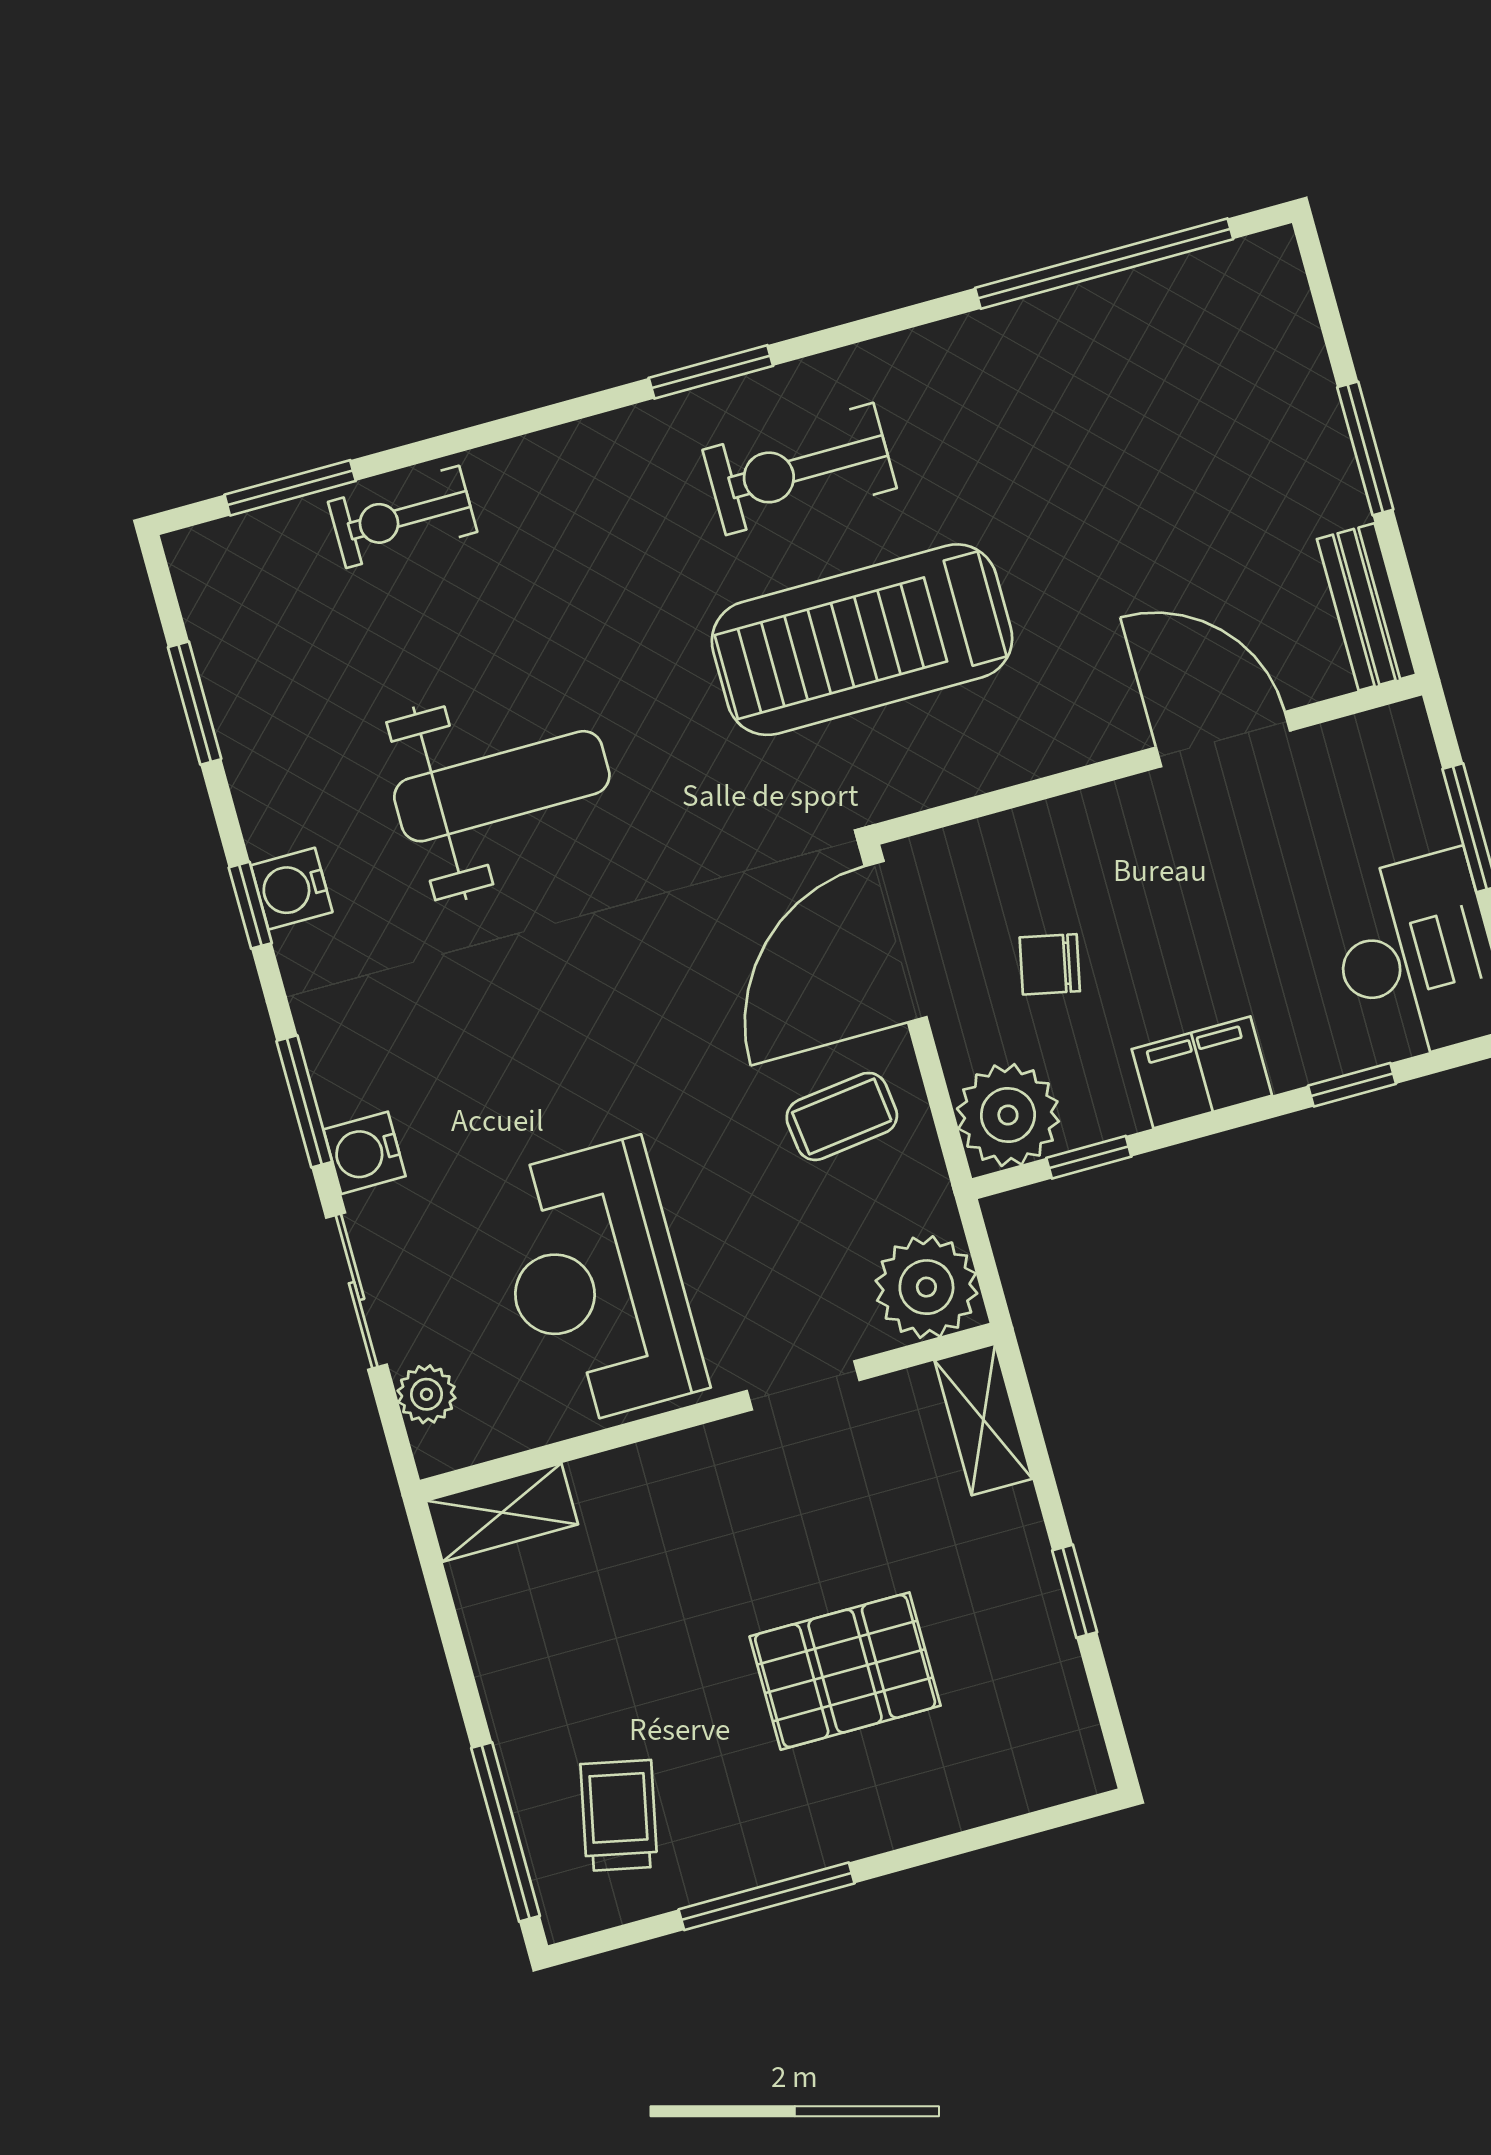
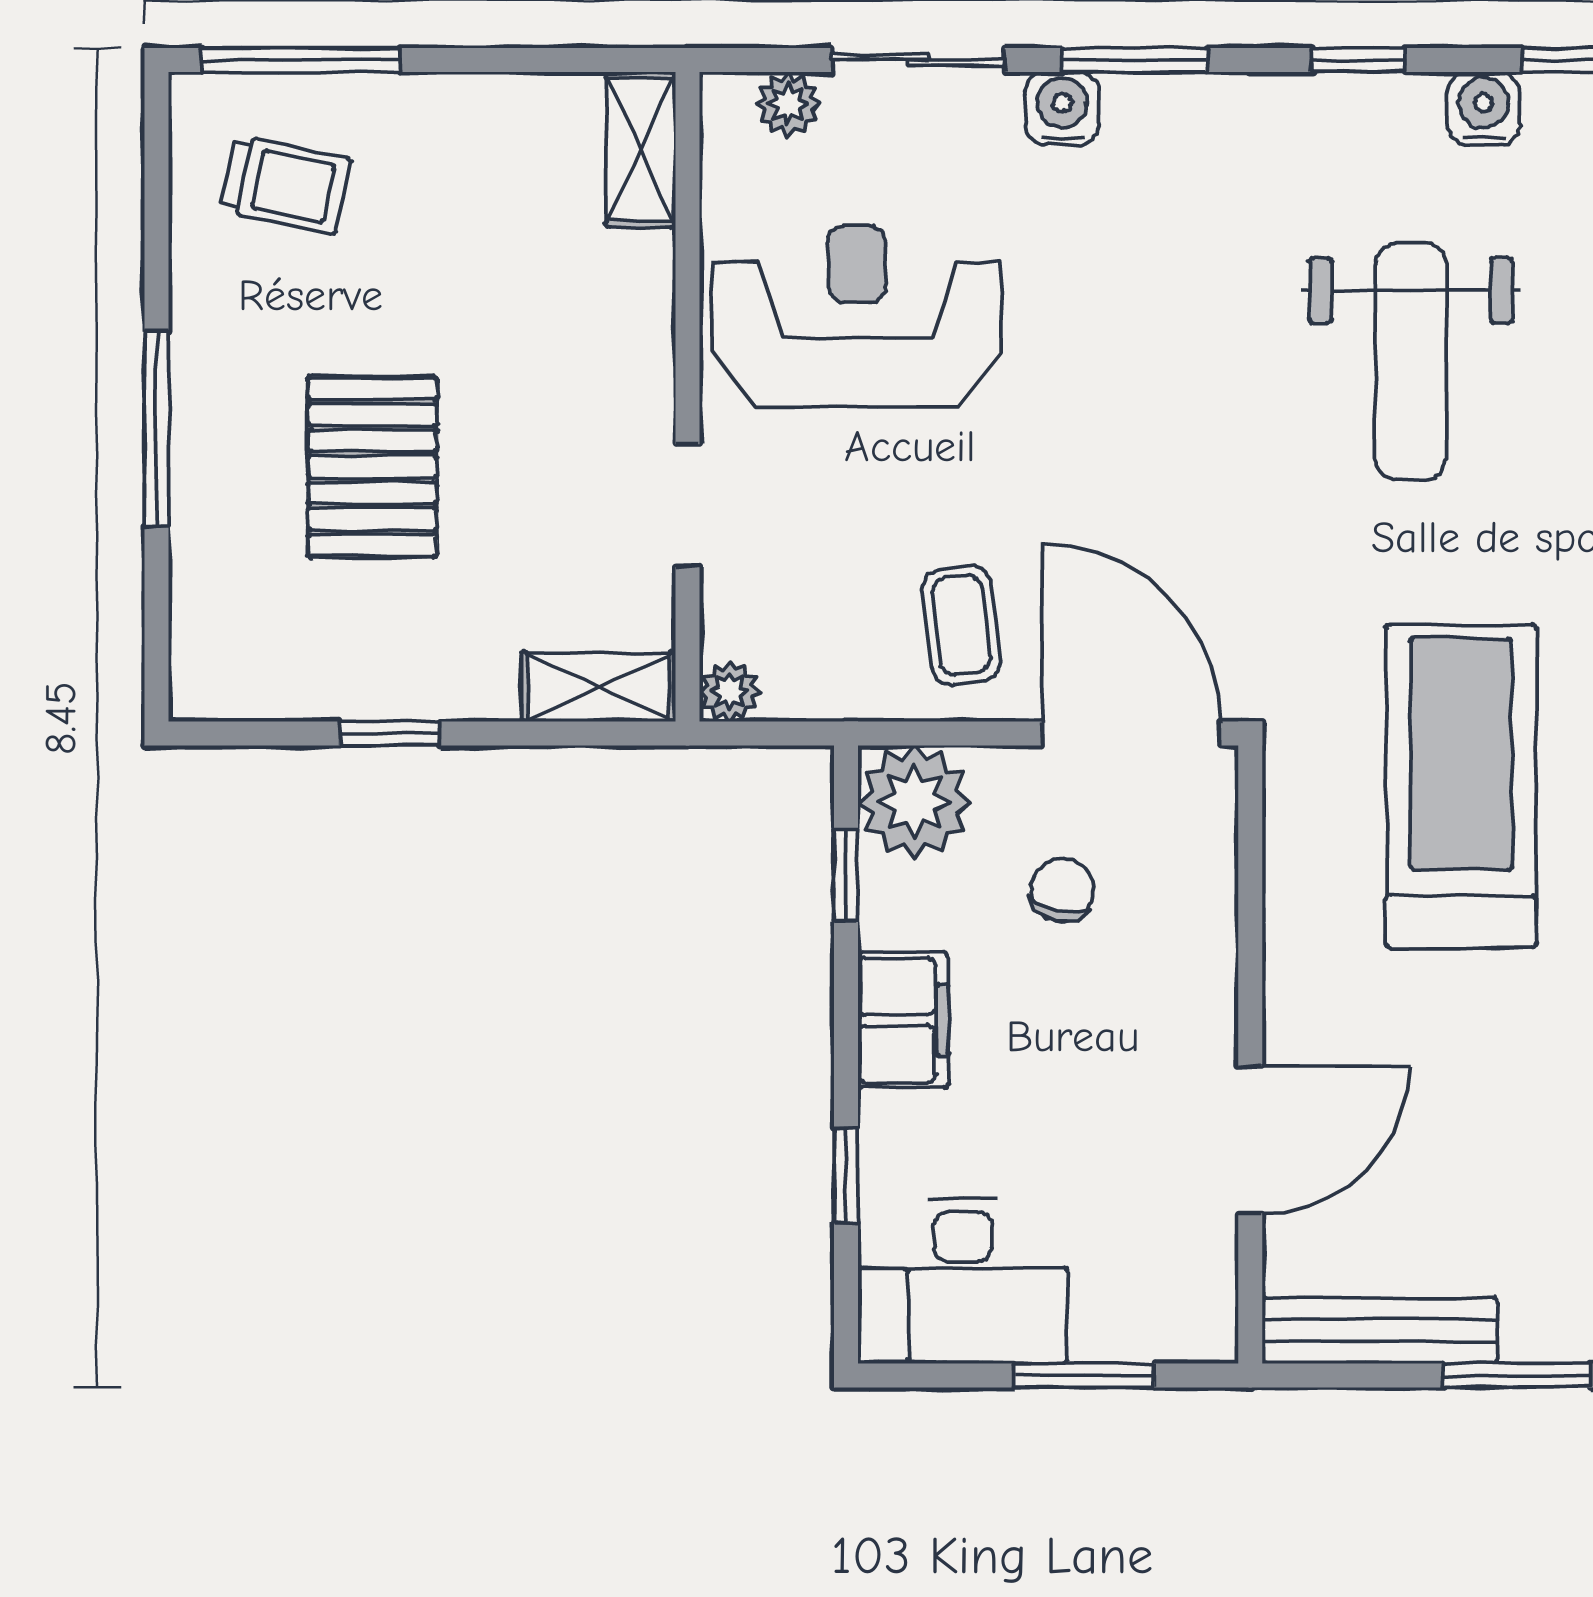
bench: (1367, 607) -> (1380, 1331), width x1.36
water cooler: (292, 889) -> (1484, 108), moved
plant: (926, 1287) -> (729, 692), width x0.53, depth x0.53
window: (767, 1896) -> (156, 428), moved

